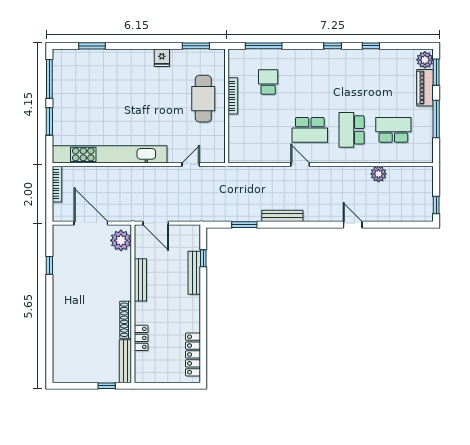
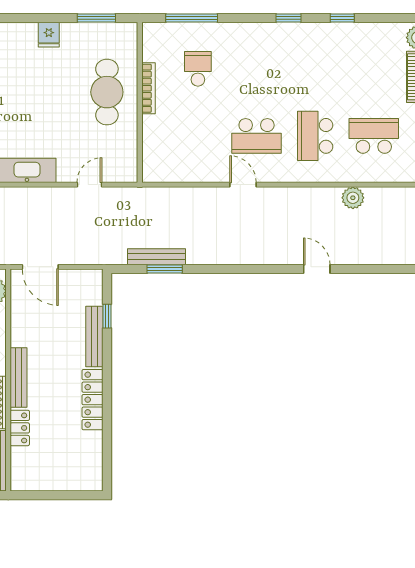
bench: (282, 216) -> (157, 257), moved
bench: (140, 280) -> (19, 378), moved
locker: (193, 354) -> (92, 400), moved

